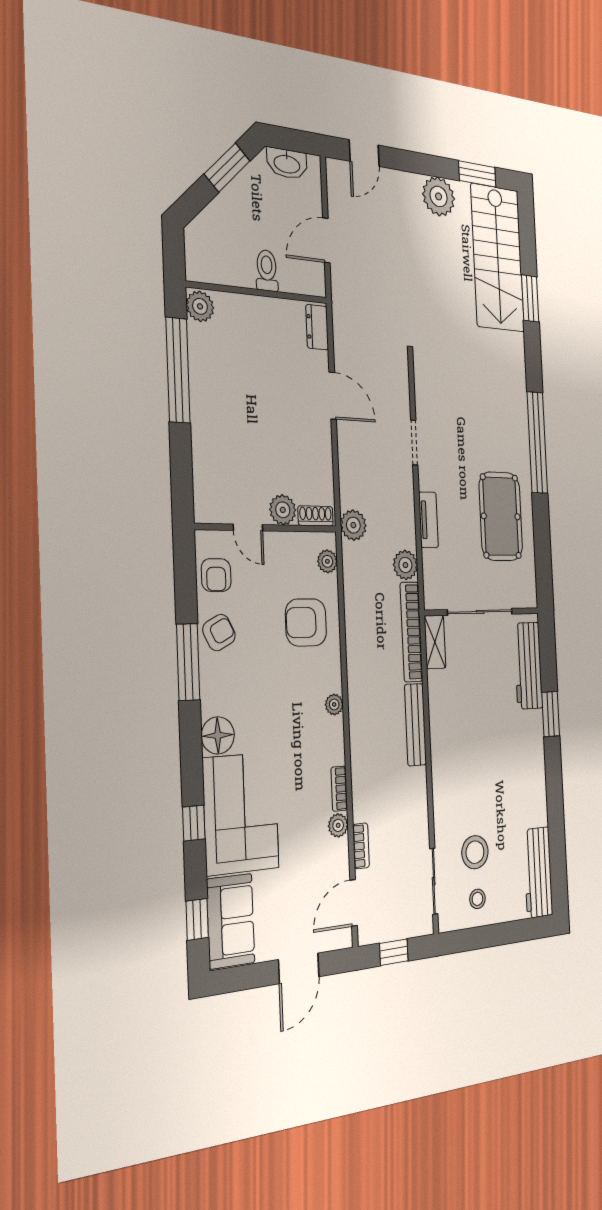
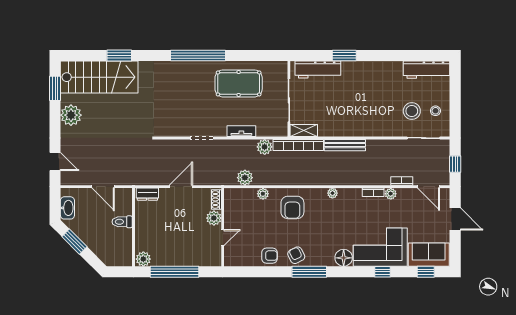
plant: (283, 510) -> (214, 218), moved
shoe rack: (316, 516) -> (216, 200), moved
door: (248, 527) -> (223, 238), moved
wall: (267, 528) -> (223, 227), moved

